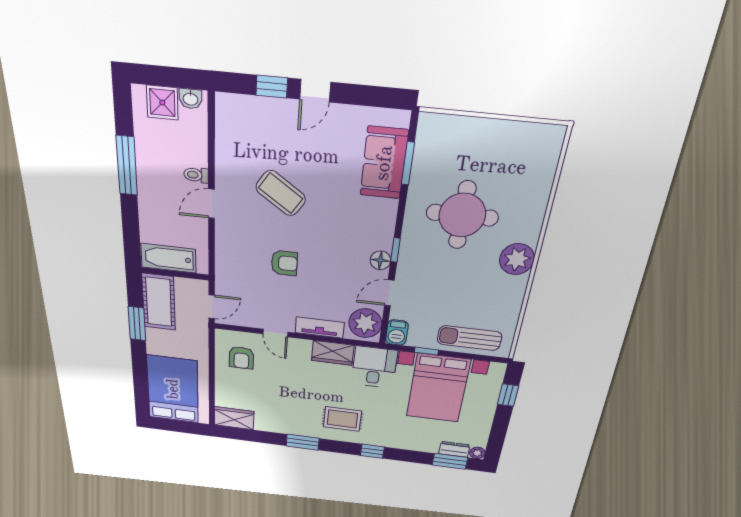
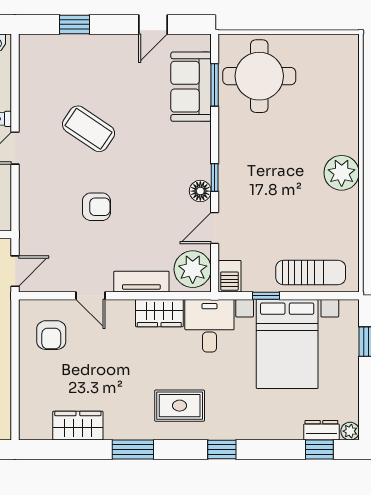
door: (315, 91) -> (153, 24), moved
round table: (462, 215) -> (259, 76), moved
sun lounger: (469, 338) -> (311, 272), turned 180
wardrobe: (234, 418) -> (78, 426), moved
window: (450, 461) -> (319, 450), width x0.67

